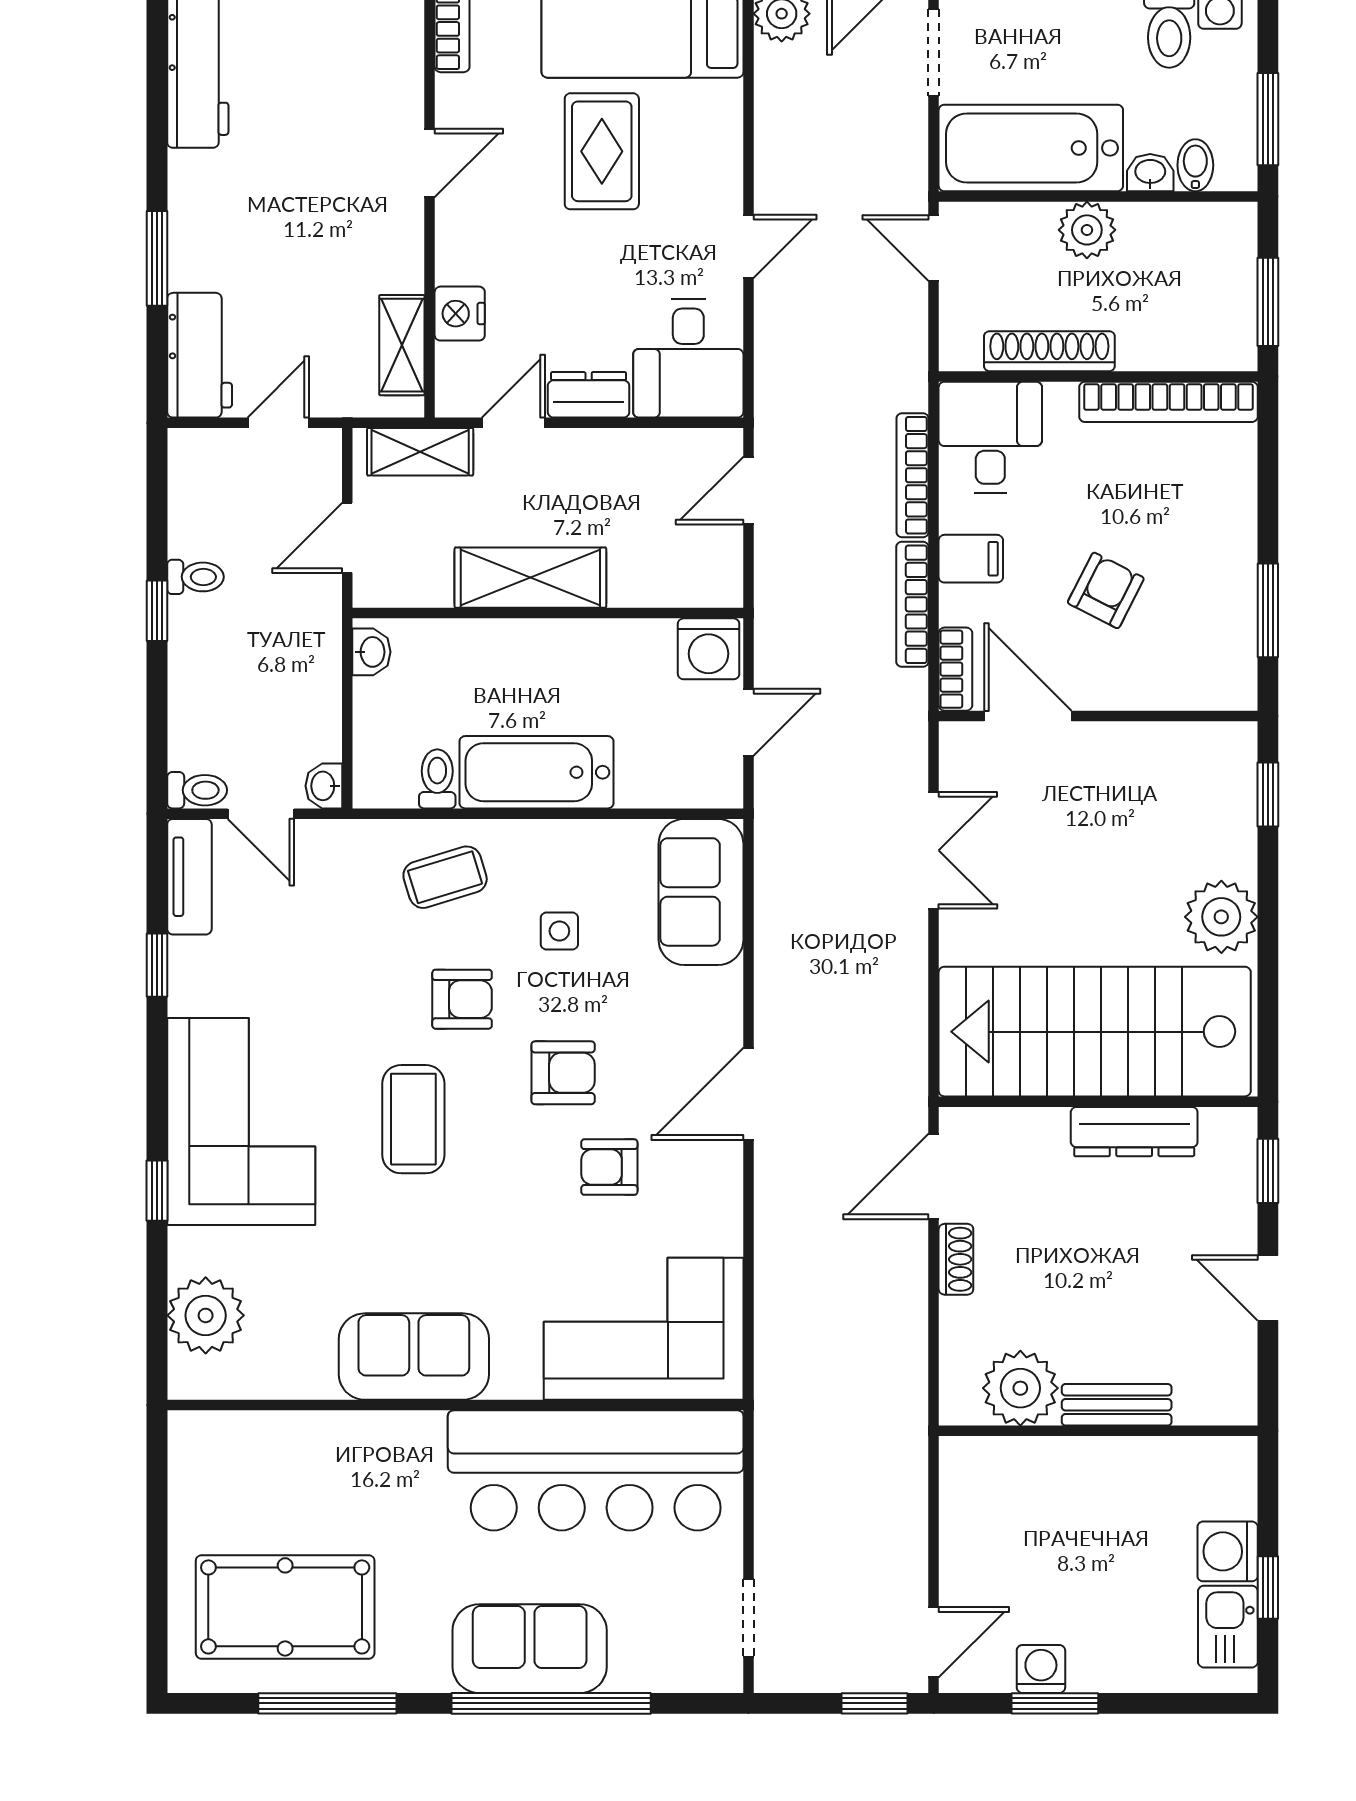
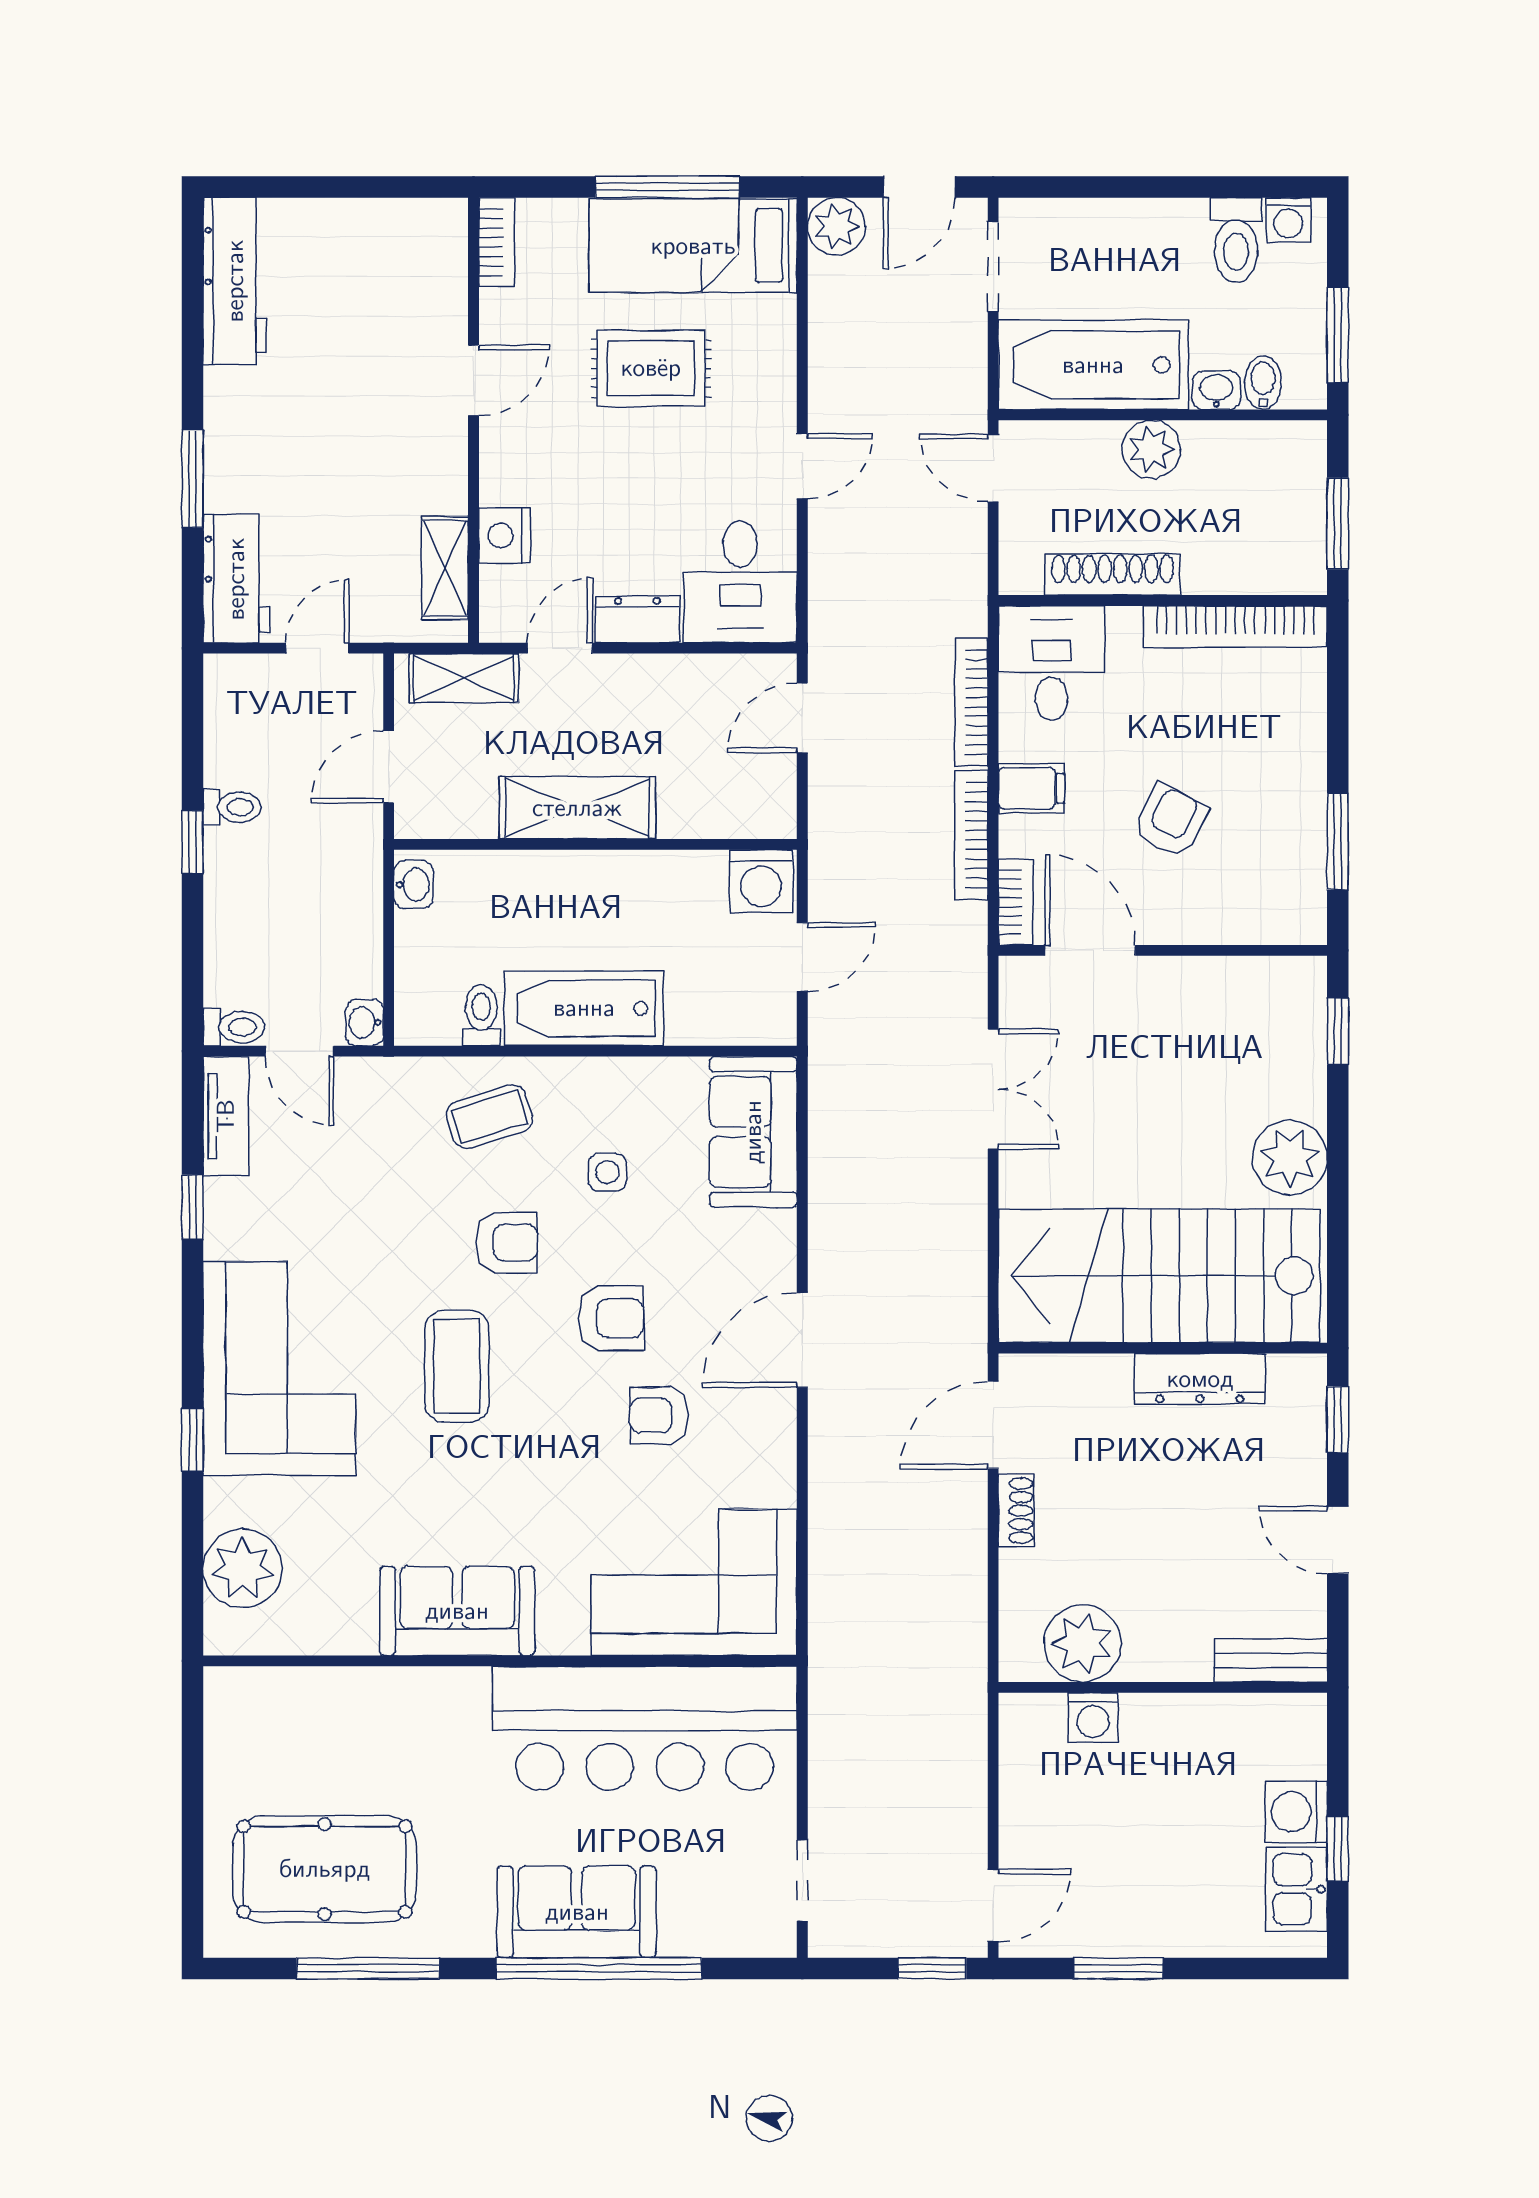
rug: (602, 151) -> (651, 368), turned 90
bench: (1117, 1405) -> (1271, 1661), moved
washing machine: (1041, 1669) -> (1093, 1718), moved, turned 180

